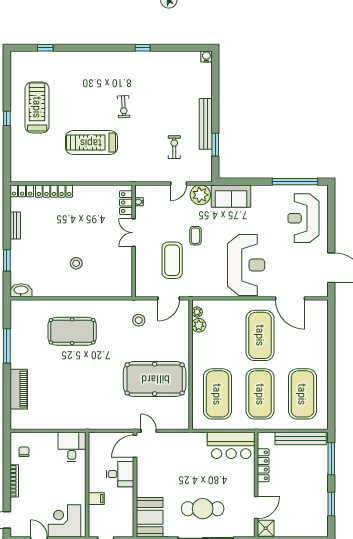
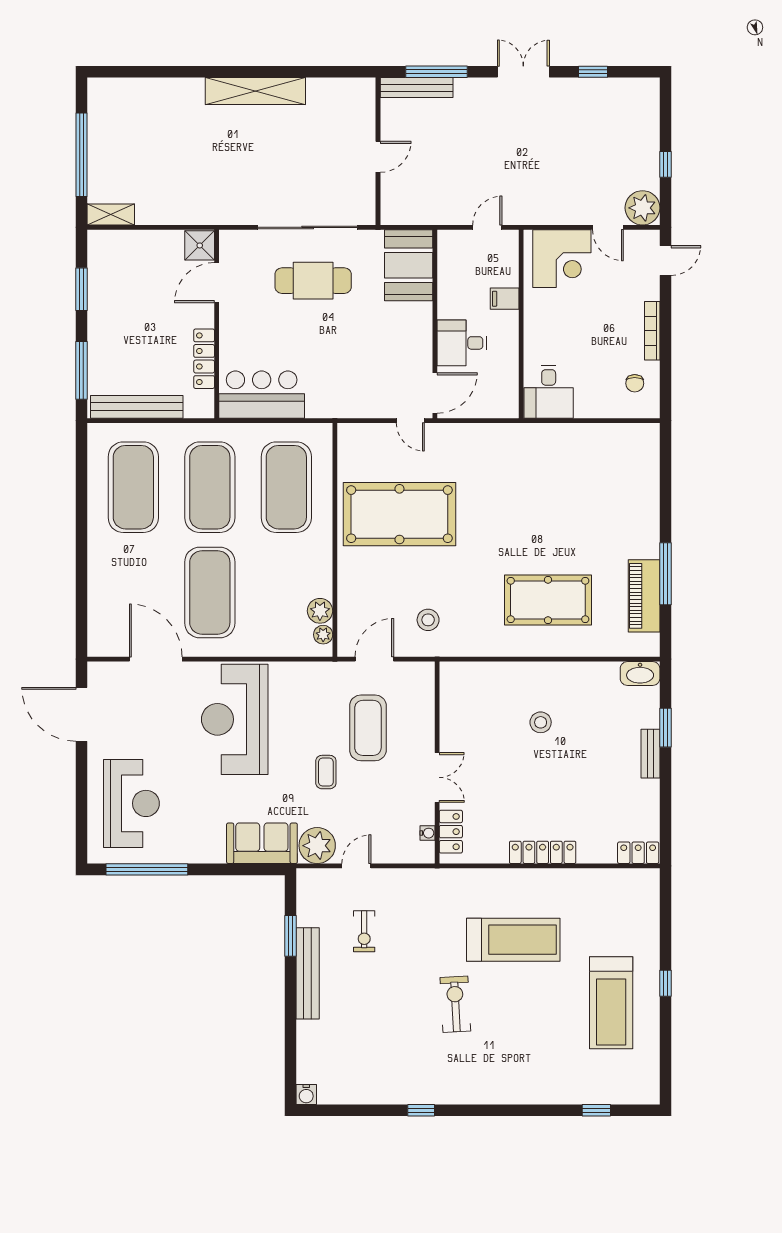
exercise bike: (124, 107) -> (455, 1004), width x1.38, depth x1.39
locker: (54, 191) -> (543, 852), moved
bench: (15, 225) -> (650, 754), moved
piano: (19, 389) -> (644, 596), moved

